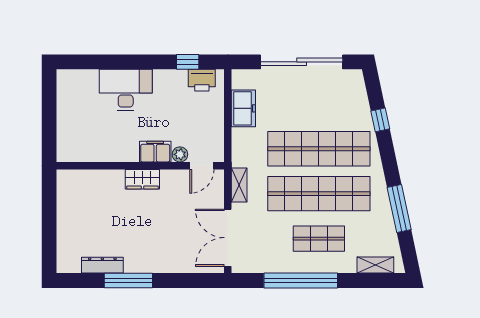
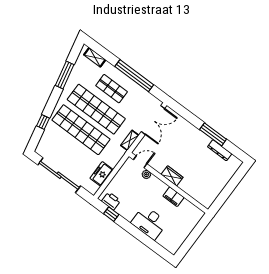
filing cabinet: (155, 152) -> (174, 197), moved

